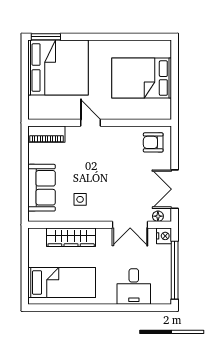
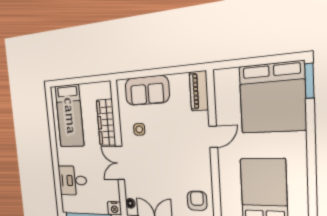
double door: (130, 225) -> (120, 163), moved

